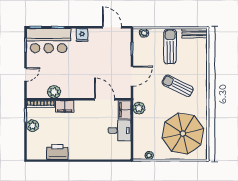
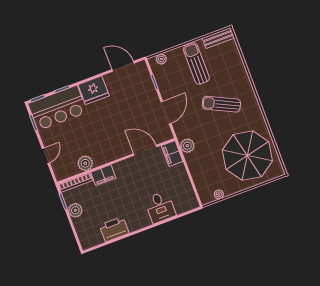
fridge: (82, 35) -> (94, 90), width x1.88, depth x1.34
desk: (120, 130) -> (160, 207), moved, turned 90

